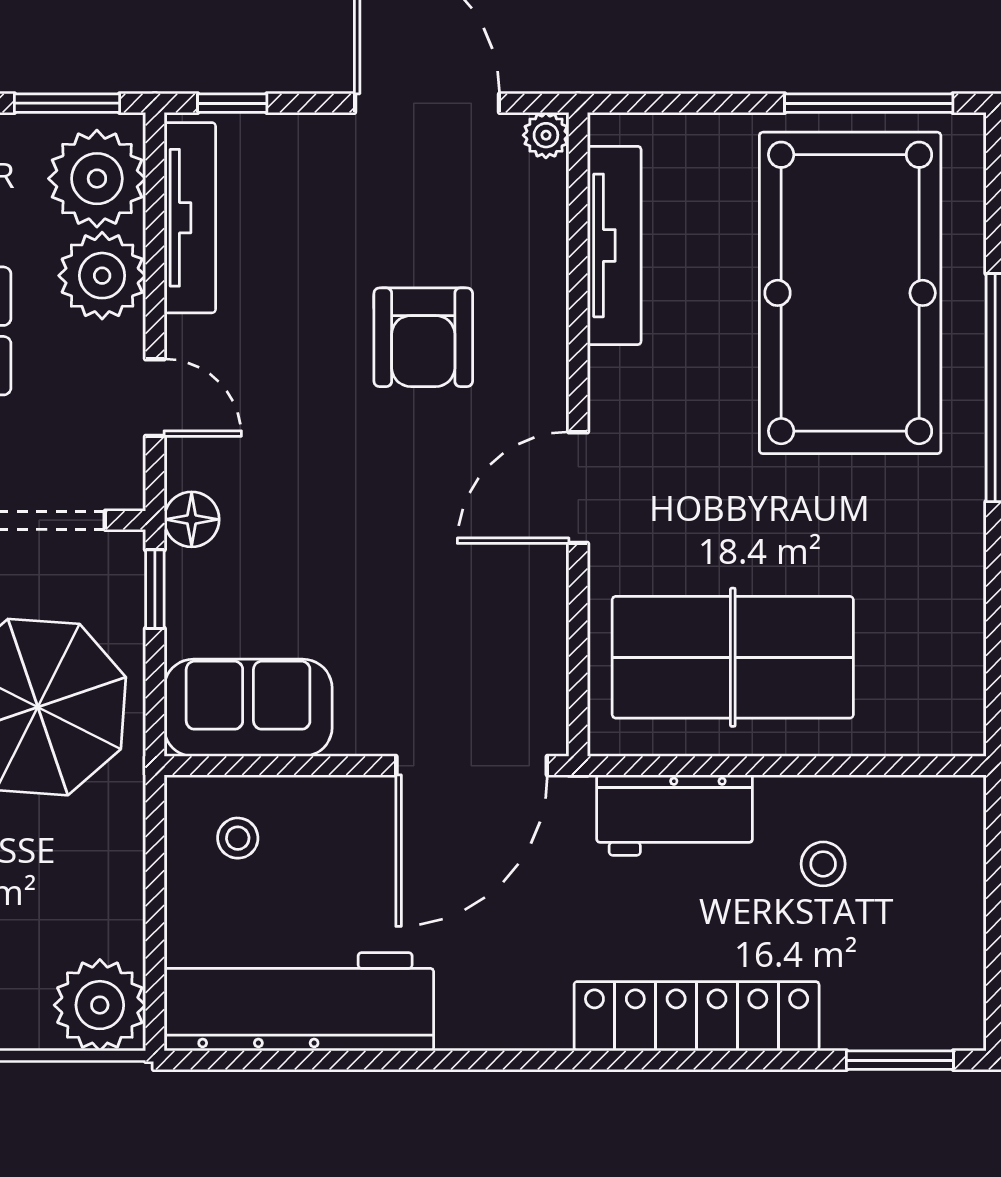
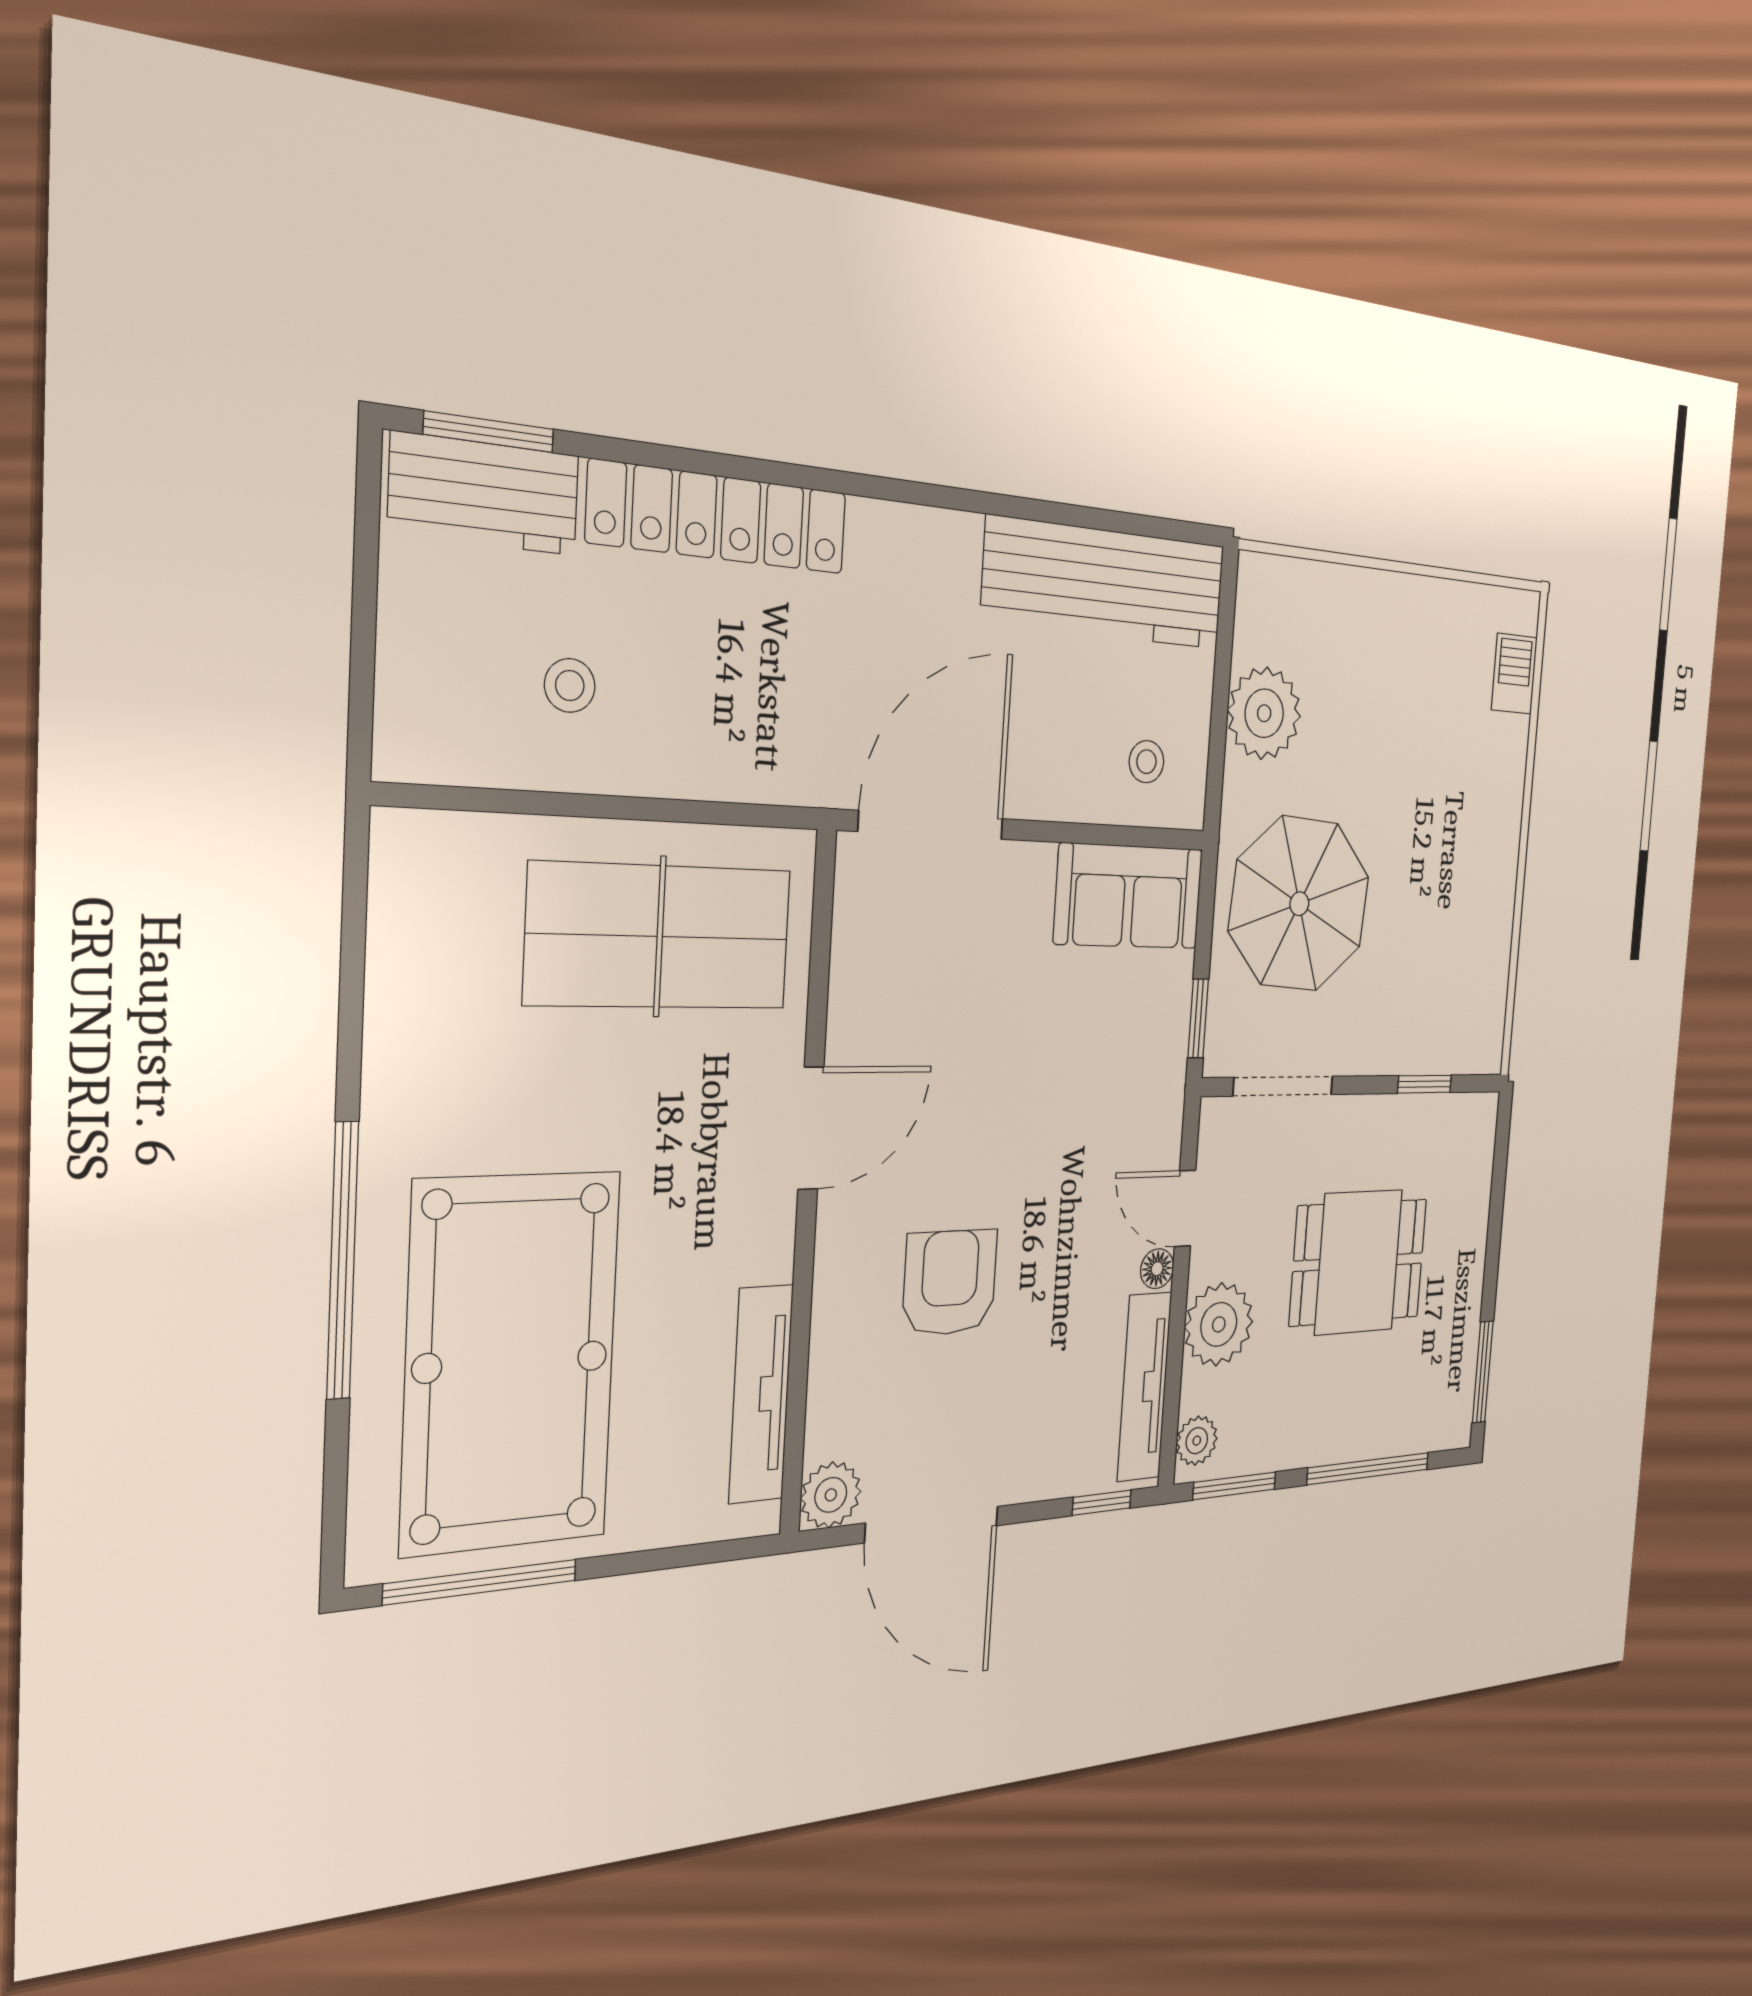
plant: (546, 135) -> (831, 1495), width x1.38, depth x1.38
plant: (97, 179) -> (1197, 1441), width x0.53, depth x0.53
floor lamp: (192, 519) -> (1157, 1269), moved, width x0.73, depth x0.73
workbench: (675, 815) -> (484, 494), moved, turned 180
plant: (100, 1005) -> (1264, 713), moved

